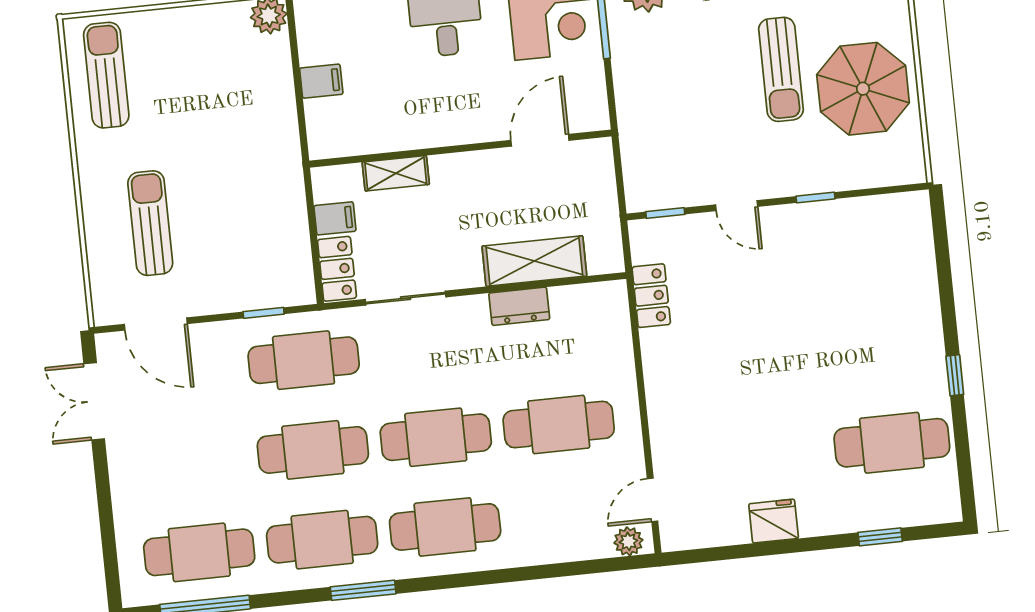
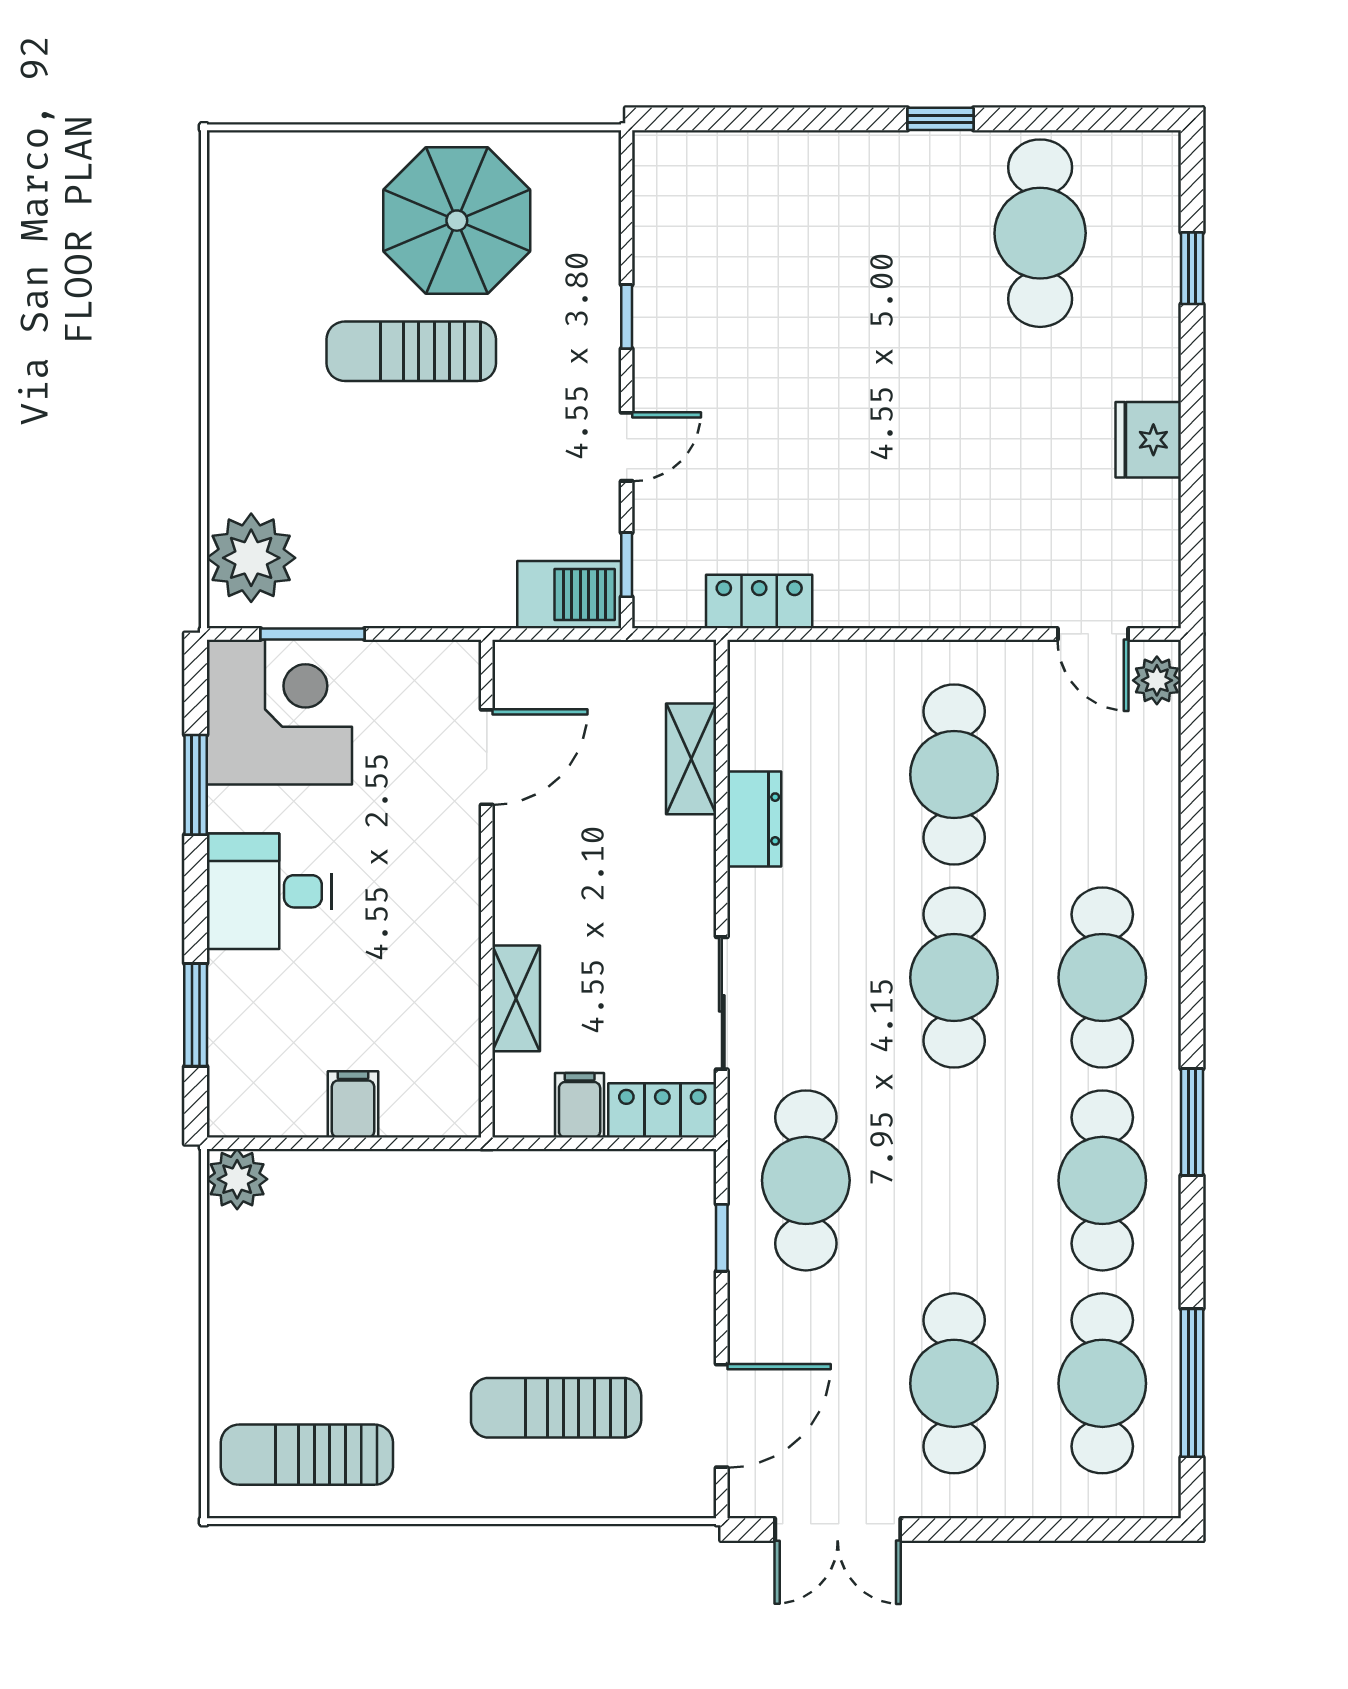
sun lounger: (781, 69) -> (411, 351), turned 180
door: (540, 140) -> (487, 757), swing flipped
barbecue: (644, 180) -> (569, 595), added
shelving: (534, 261) -> (691, 759), width x0.67, depth x0.75
cafe table: (313, 450) -> (954, 1383), moved

